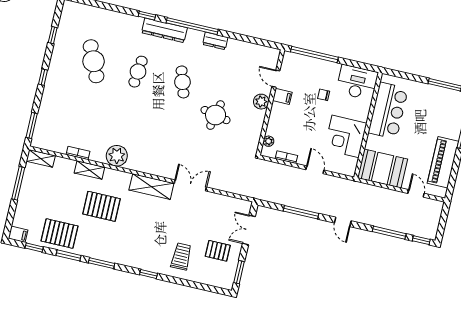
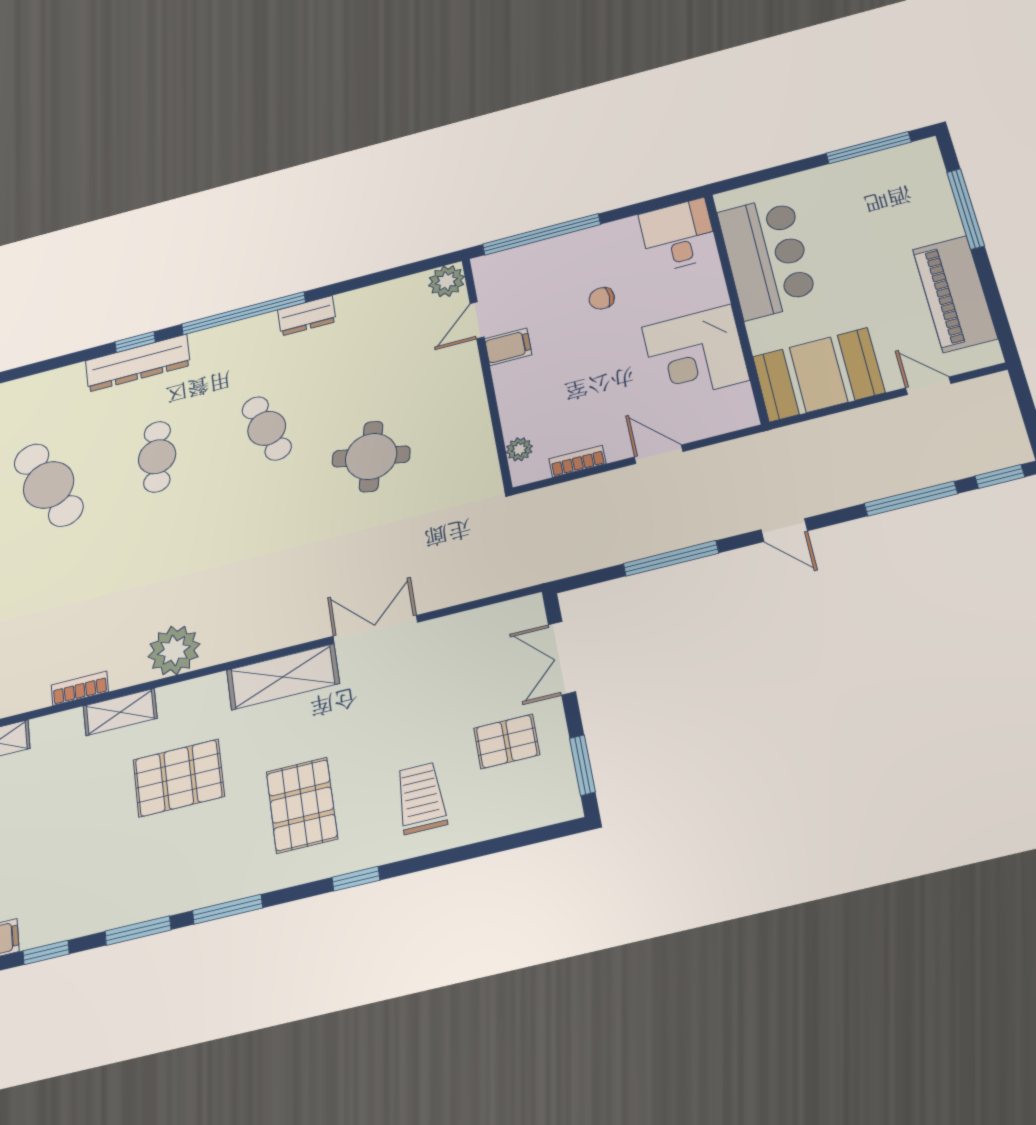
dresser: (164, 30) -> (138, 363), moved
door: (276, 79) -> (477, 320), hinge flipped
desk: (357, 82) -> (678, 235), width x0.73
plant: (261, 102) -> (447, 281), moved
pallet: (60, 234) -> (302, 805), moved, turned 90

